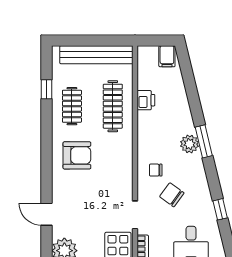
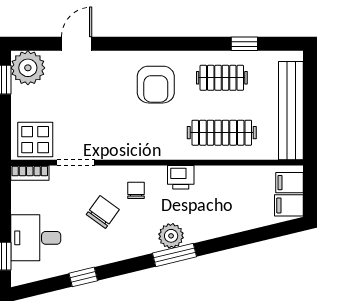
filing cabinet: (150, 56) -> (290, 183), added
printer: (146, 100) -> (181, 177), moved

